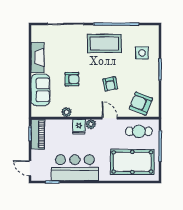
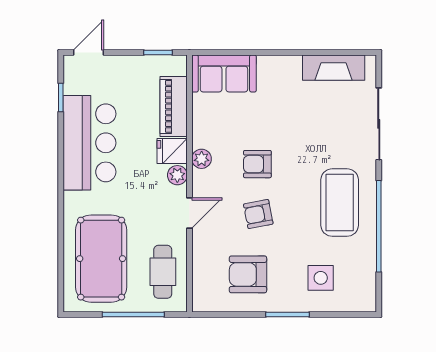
fireplace: (37, 58) -> (334, 68), moved
armchair: (72, 79) -> (257, 164), moved, turned 90
sofa: (40, 90) -> (224, 74), moved
armchair: (141, 104) -> (248, 274), moved, turned -112
plant: (67, 112) -> (202, 159), moved
piano: (38, 134) -> (174, 106), moved, turned 90

